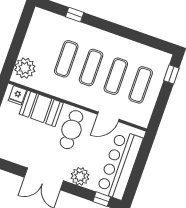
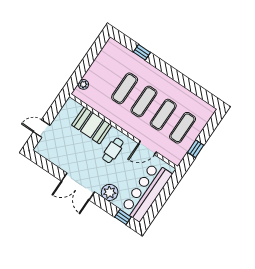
plant: (25, 68) -> (83, 84), width x0.53, depth x0.53
window: (171, 74) -> (196, 149), moved
fridge: (17, 95) -> (74, 108), removed
cafe table: (71, 130) -> (113, 150), width x0.73, depth x0.74

